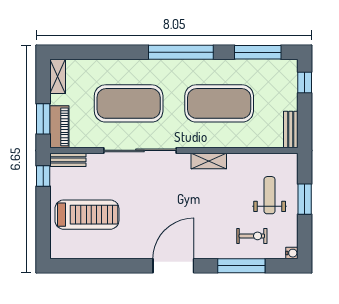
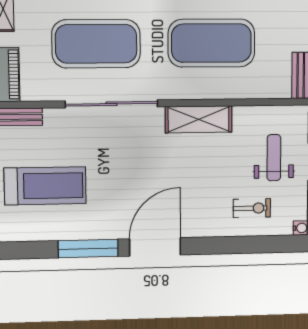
shelving: (209, 161) -> (199, 119), width x1.50, depth x1.33
window: (241, 266) -> (88, 249), moved

